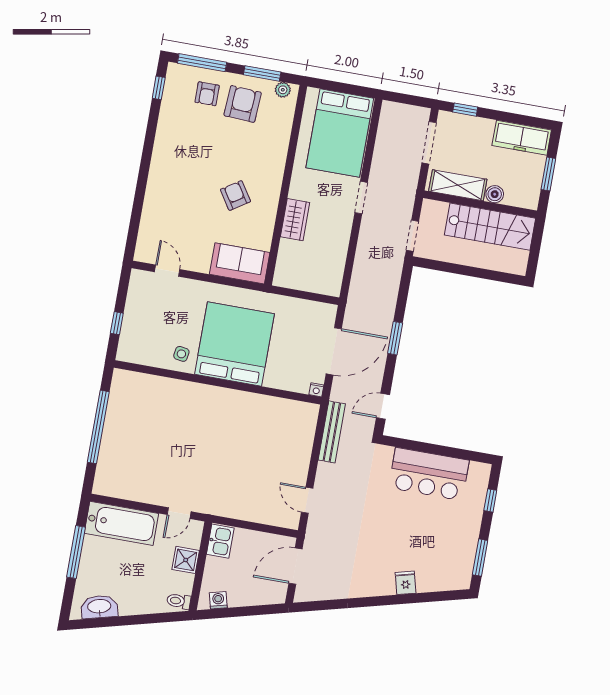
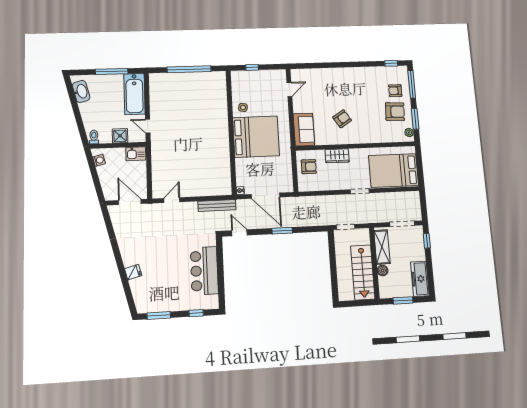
armchair: (303, 270) -> (309, 167), added

